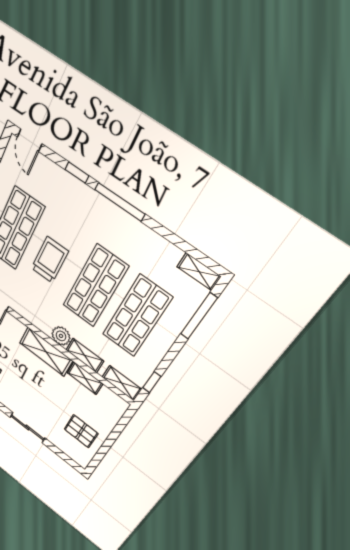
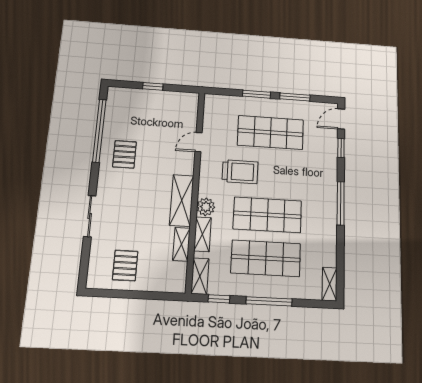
window: (77, 173) -> (341, 148), moved
trolley: (50, 260) -> (240, 172), moved
window: (199, 316) -> (269, 301), moved

